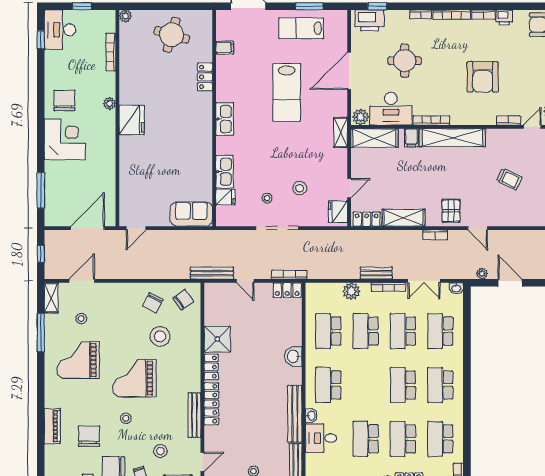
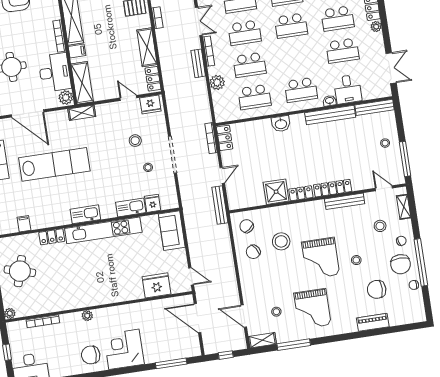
lab bench: (287, 92) -> (54, 164), width x1.36
fridge: (132, 120) -> (157, 285), moved
kitchen unit: (203, 136) -> (103, 230), added
chair: (153, 303) -> (253, 252), turned 120

